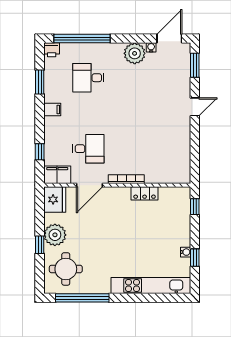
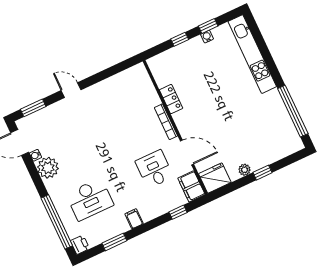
desk: (88, 78) -> (90, 199), width x1.37
window: (195, 207) -> (180, 39), moved
plant: (55, 235) -> (244, 170), width x0.53, depth x0.53
round table: (66, 269) -> (273, 138), removed

